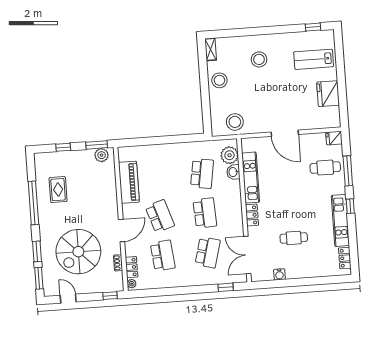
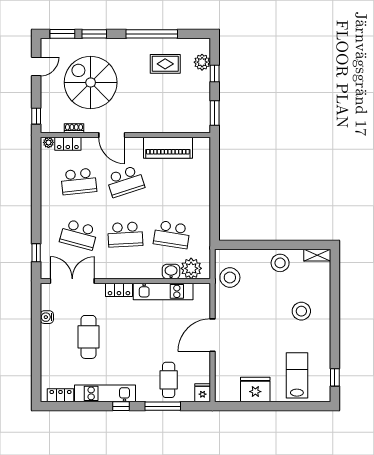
plant: (102, 155) -> (202, 62), moved
cafe table: (294, 238) -> (88, 337), width x1.37, depth x1.35

